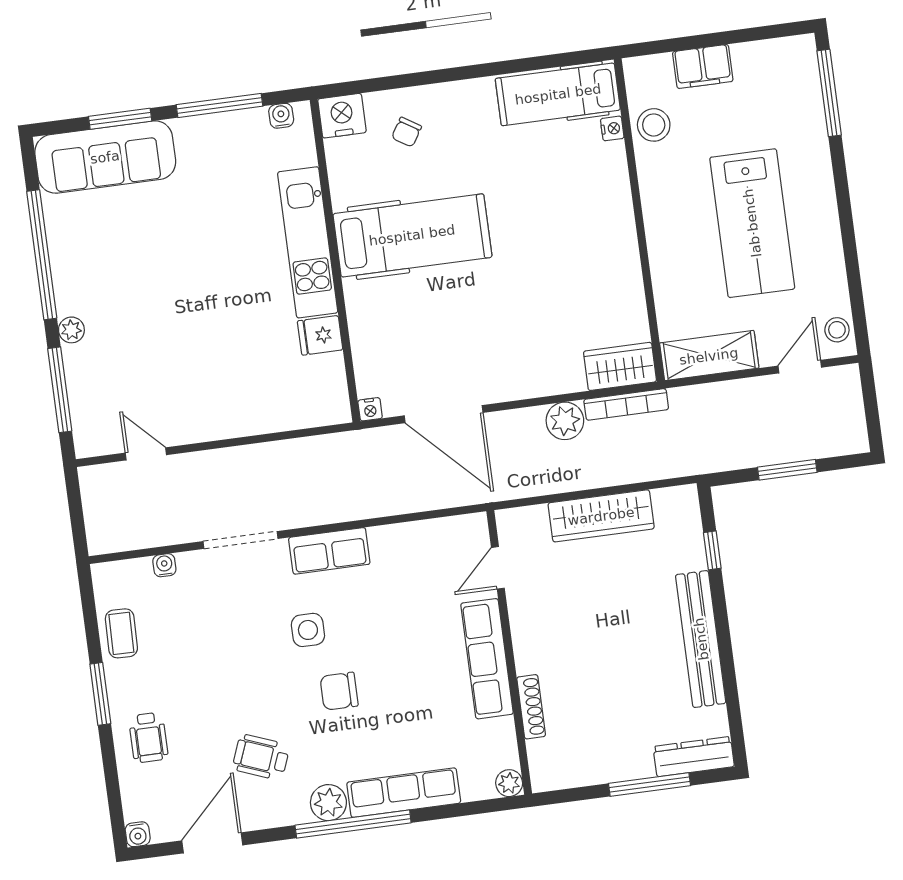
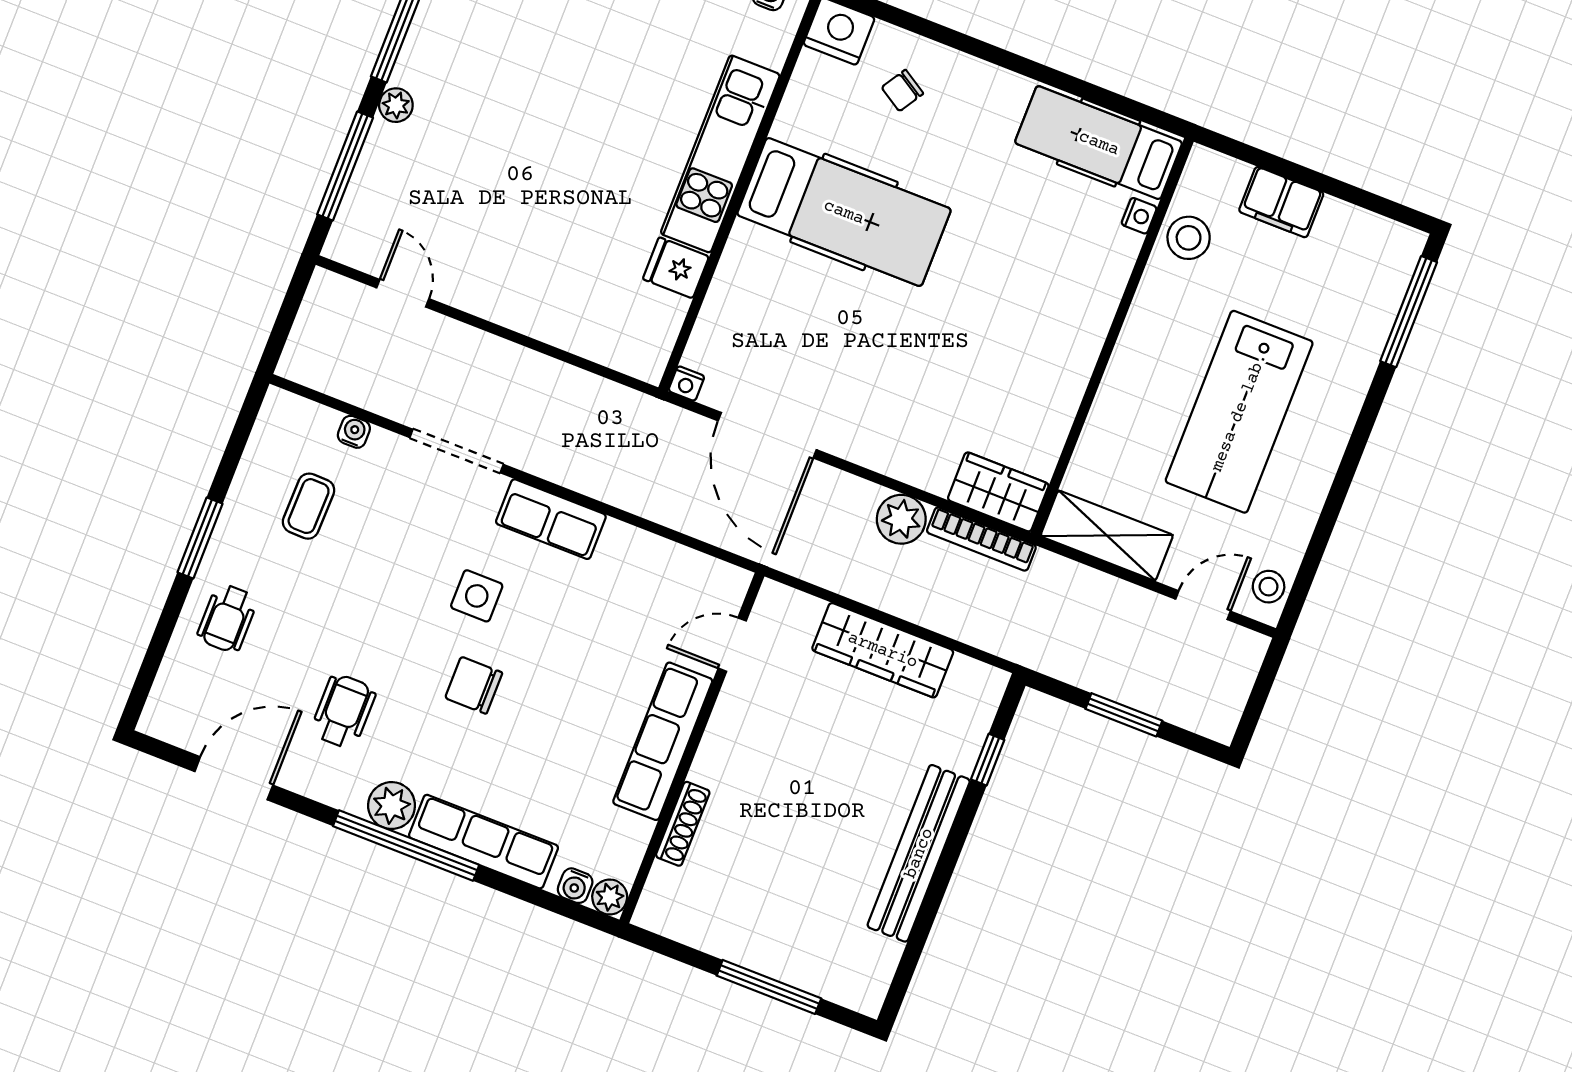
coffee table: (121, 633) -> (309, 506), moved
wheelchair: (261, 757) -> (343, 711), turned 69
dresser: (694, 757) -> (837, 983), removed
water cooler: (138, 834) -> (575, 886), moved

